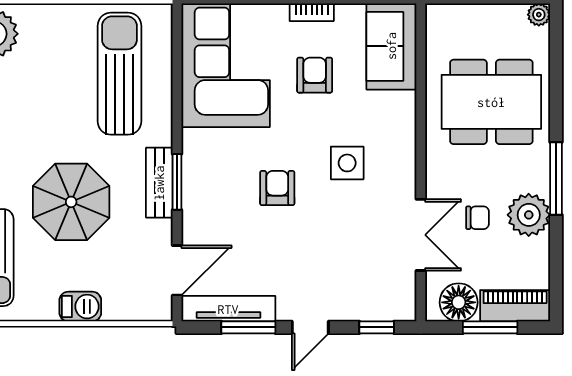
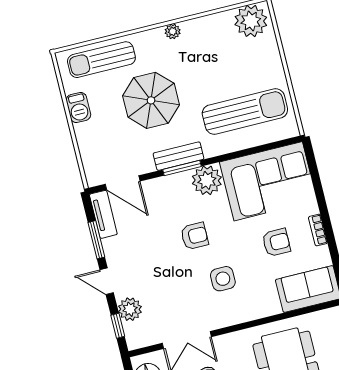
plant: (203, 151) -> (207, 180), added
plant: (358, 304) -> (130, 309), added
barbecue: (80, 307) -> (78, 108), moved
tv unit: (228, 309) -> (103, 214), width x0.71

